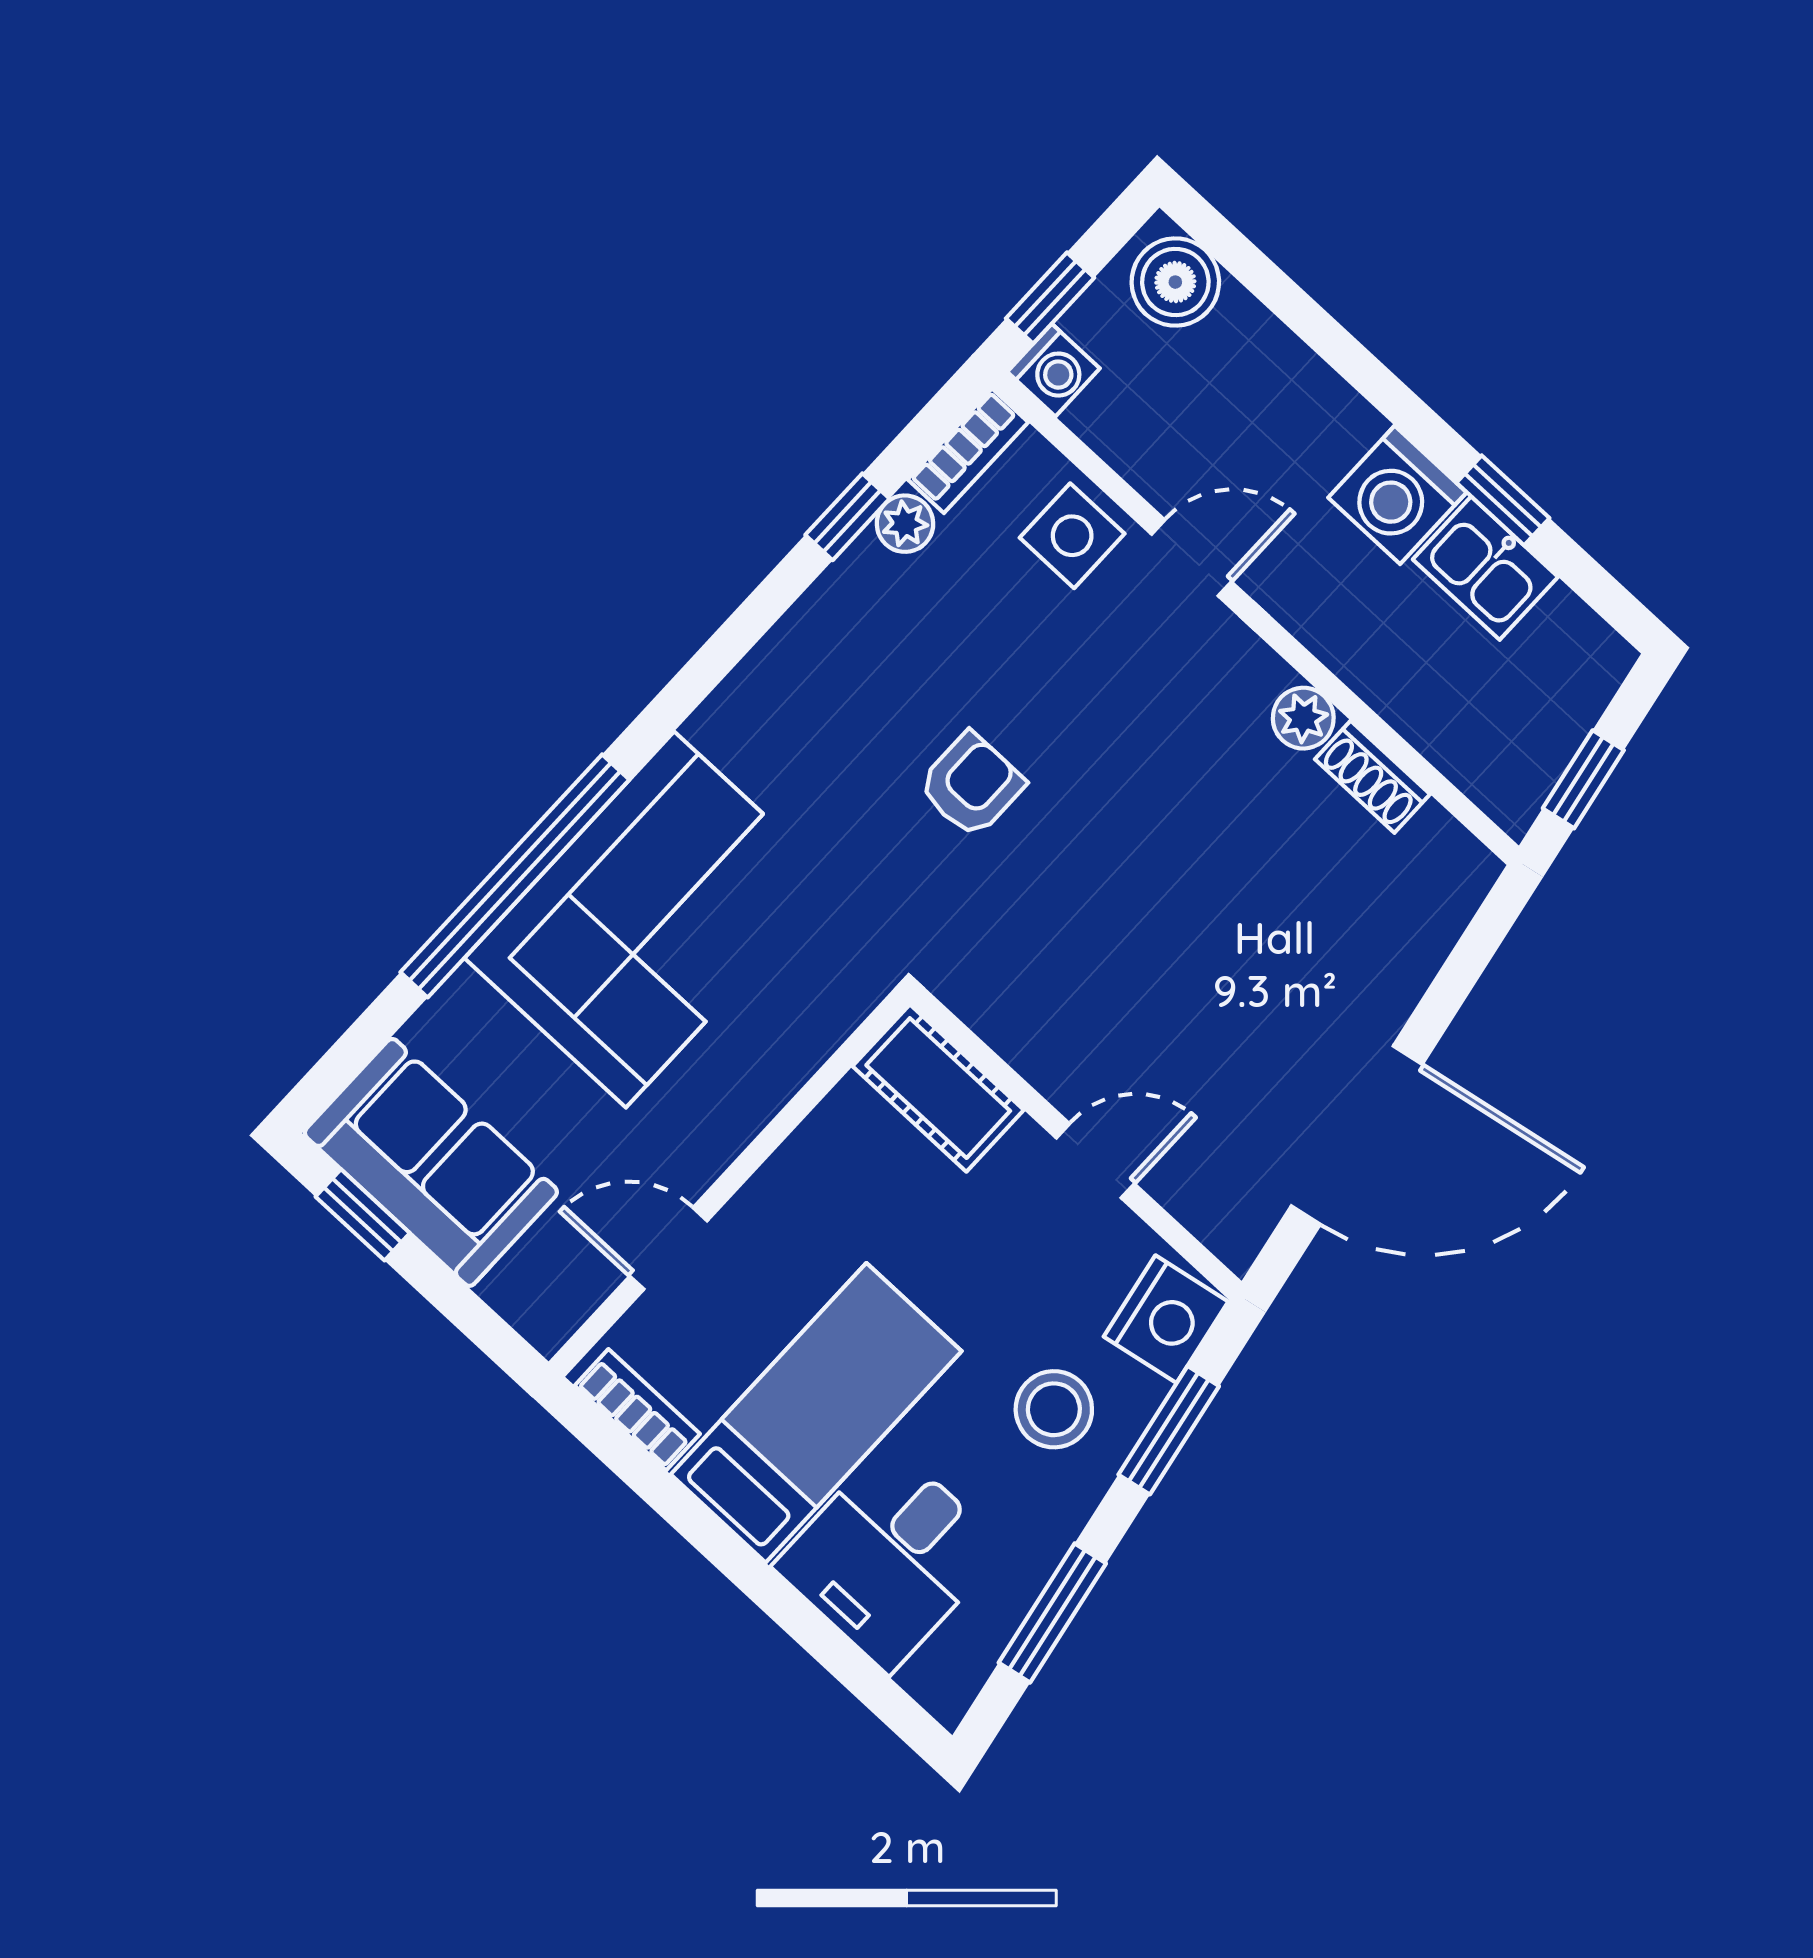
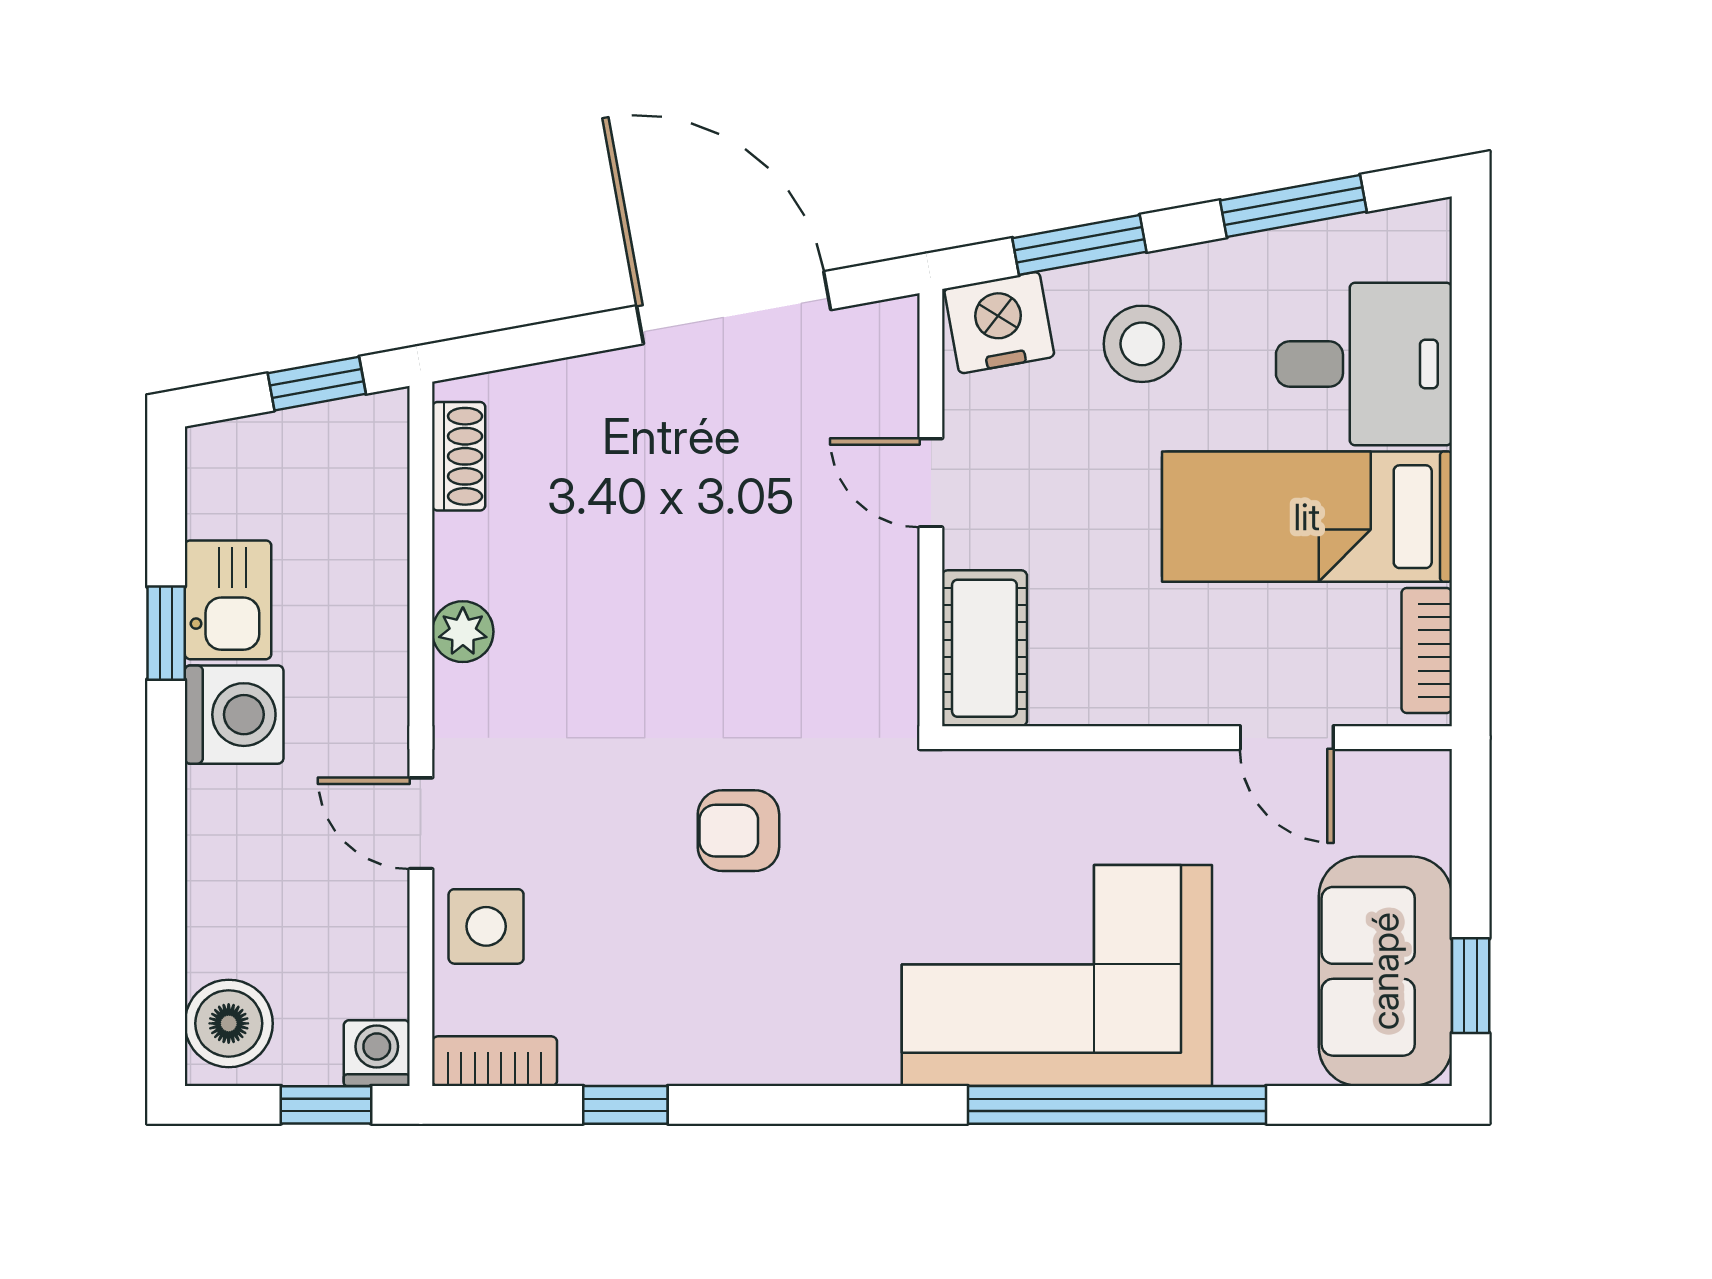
plant: (905, 524) -> (591, 1058), removed
shoe rack: (1373, 777) -> (459, 456), moved

